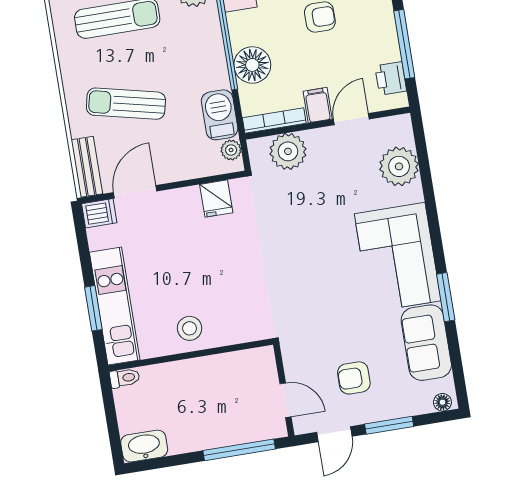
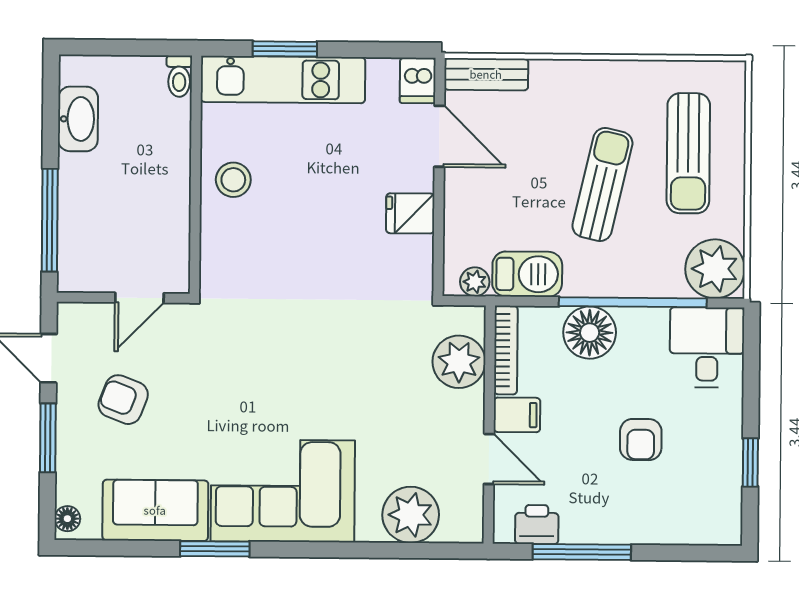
sun lounger: (126, 104) -> (602, 185), moved
fridge: (216, 199) -> (410, 213), moved
armchair: (354, 378) -> (123, 400), turned -69
door: (285, 400) -> (139, 298), moved
washbasin: (144, 446) -> (78, 119), moved

